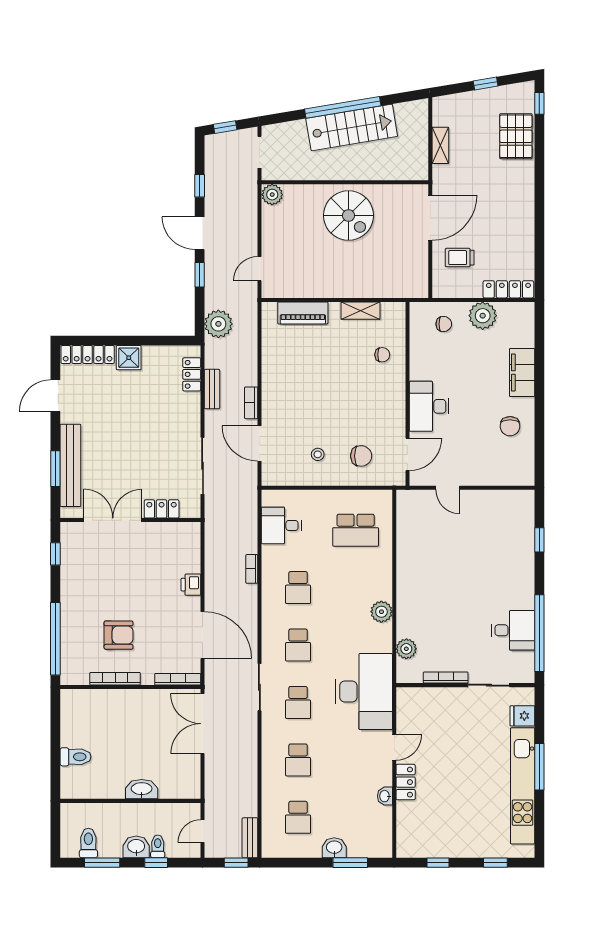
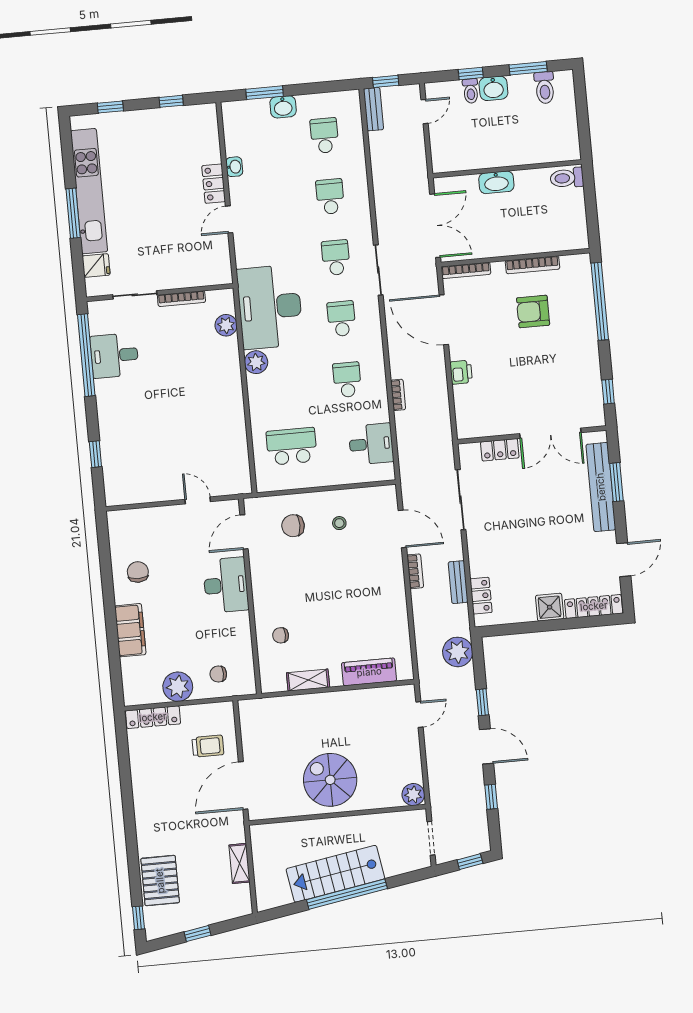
desk: (364, 692) -> (270, 307), moved
washbasin: (142, 789) -> (496, 182), moved
wall: (130, 801) -> (507, 169), moved

